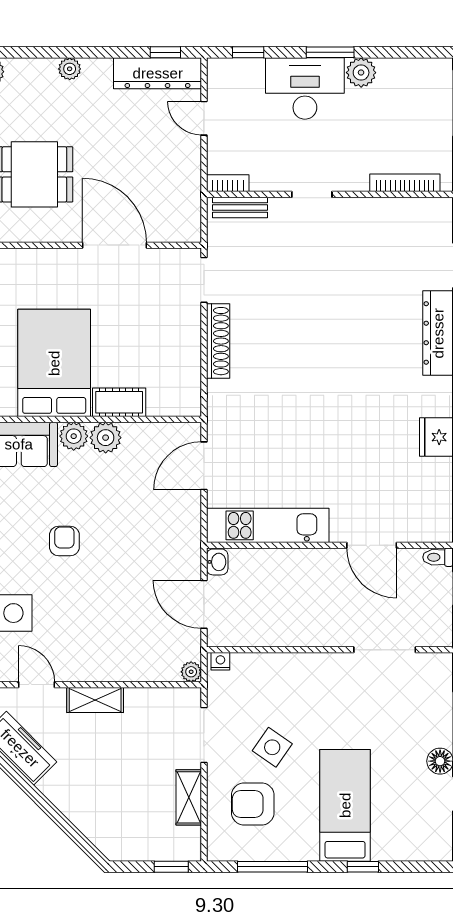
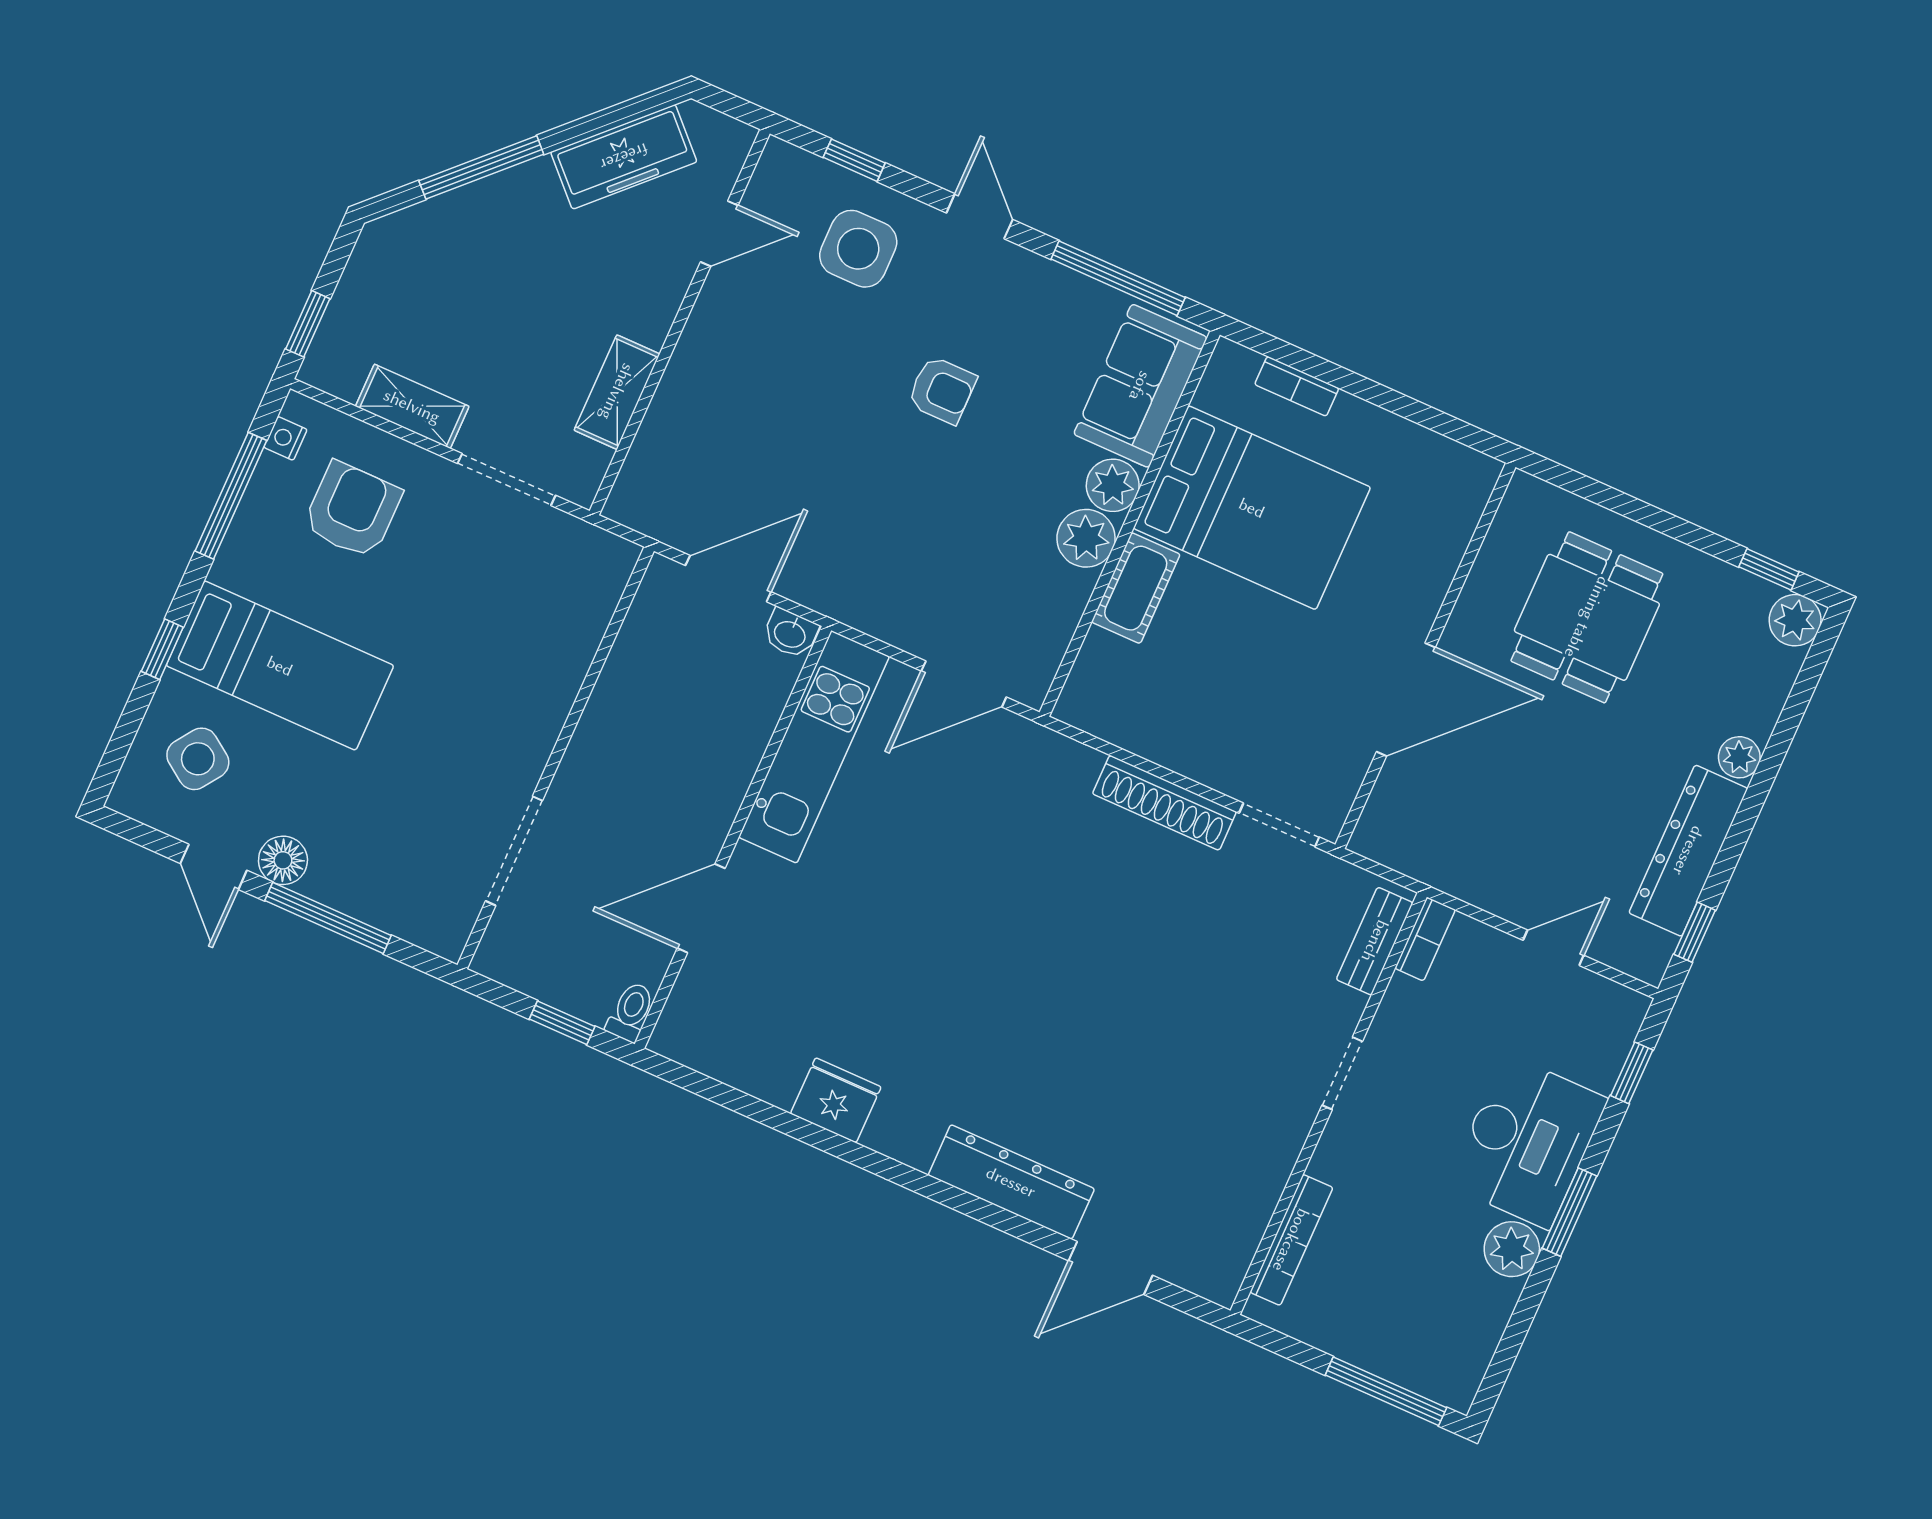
dresser: (158, 73) -> (1688, 851), moved
door: (204, 466) -> (964, 684), swing flipped
nightstand: (220, 661) -> (285, 438), moved, turned 180
plant: (191, 672) -> (624, 506), removed
shelving: (95, 700) -> (617, 392), moved
side table: (272, 747) -> (198, 759), moved
window: (56, 816) -> (481, 167), added

